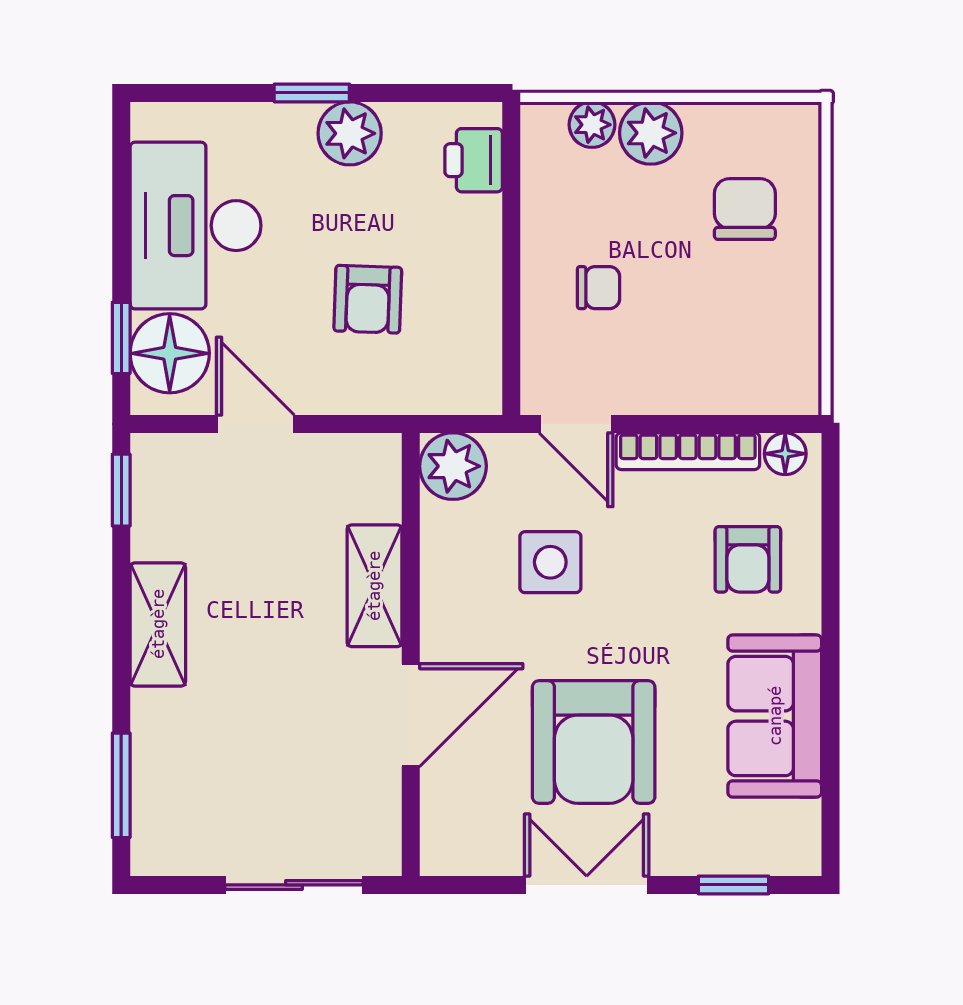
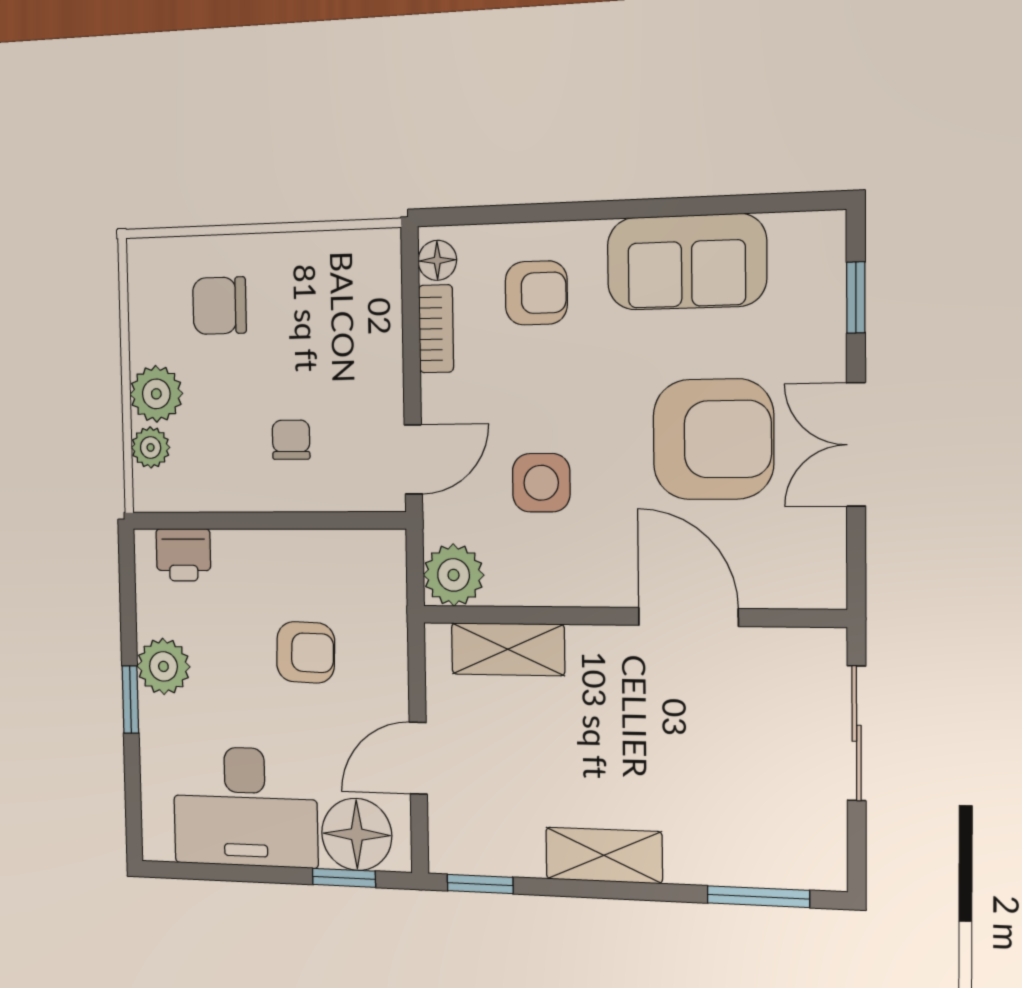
bookcase: (688, 451) -> (436, 329), width x0.64
shelving: (374, 586) -> (508, 649), moved

